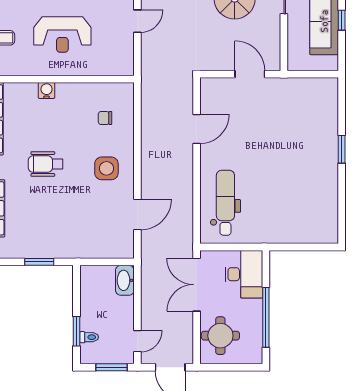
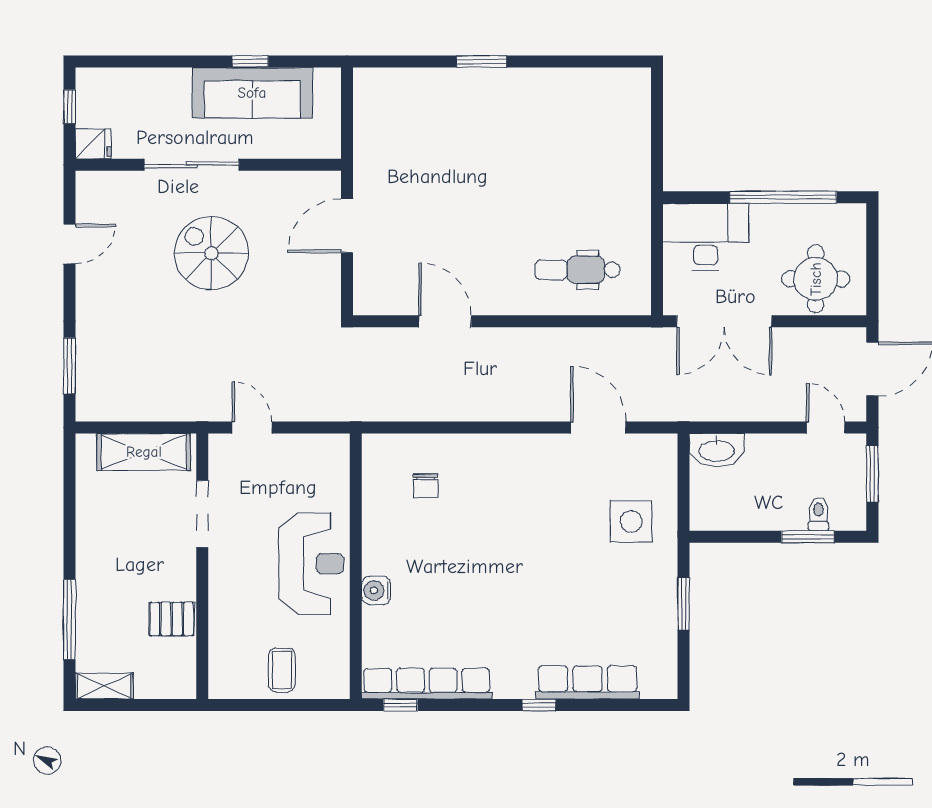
reception desk: (62, 34) -> (311, 564), moved
wheelchair: (46, 164) -> (508, 592), removed
side table: (106, 168) -> (631, 522), moved
dental chair: (225, 203) -> (577, 270), width x0.73, depth x0.72

